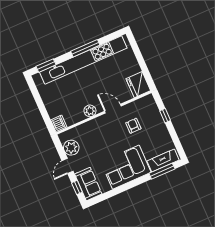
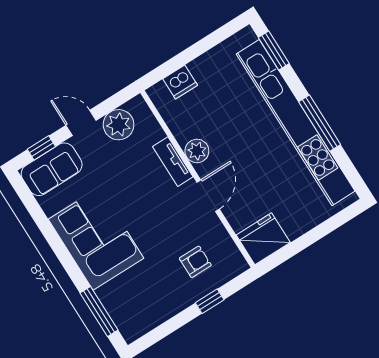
dishwasher: (59, 123) -> (180, 82), moved
tv unit: (93, 124) -> (173, 162), added
armchair: (133, 126) -> (195, 262), moved
fireplace: (163, 160) -> (120, 311), removed

